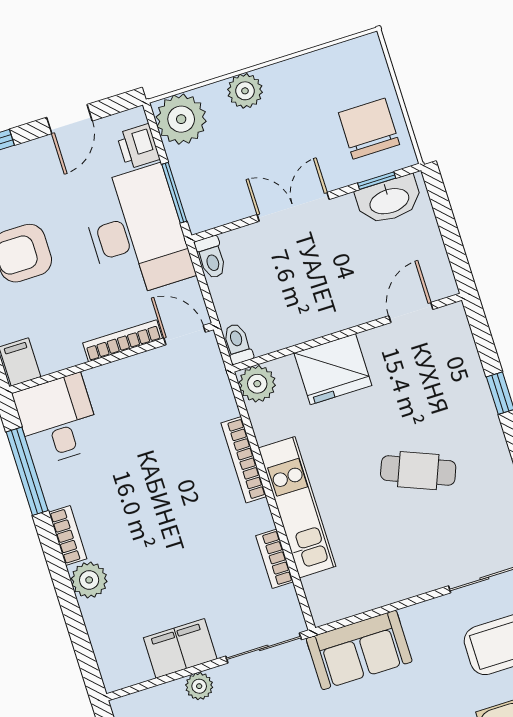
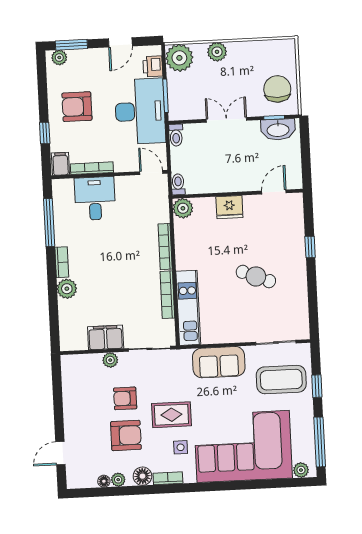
bookcase: (123, 341) -> (92, 168), moved
fridge: (333, 369) -> (229, 207), width x0.73, depth x0.75
desk: (58, 420) -> (95, 198), moved
kitchen unit: (297, 507) -> (188, 308), moved
bookcase: (275, 559) -> (167, 295), width x1.56
sofa: (359, 650) -> (219, 362), moved

